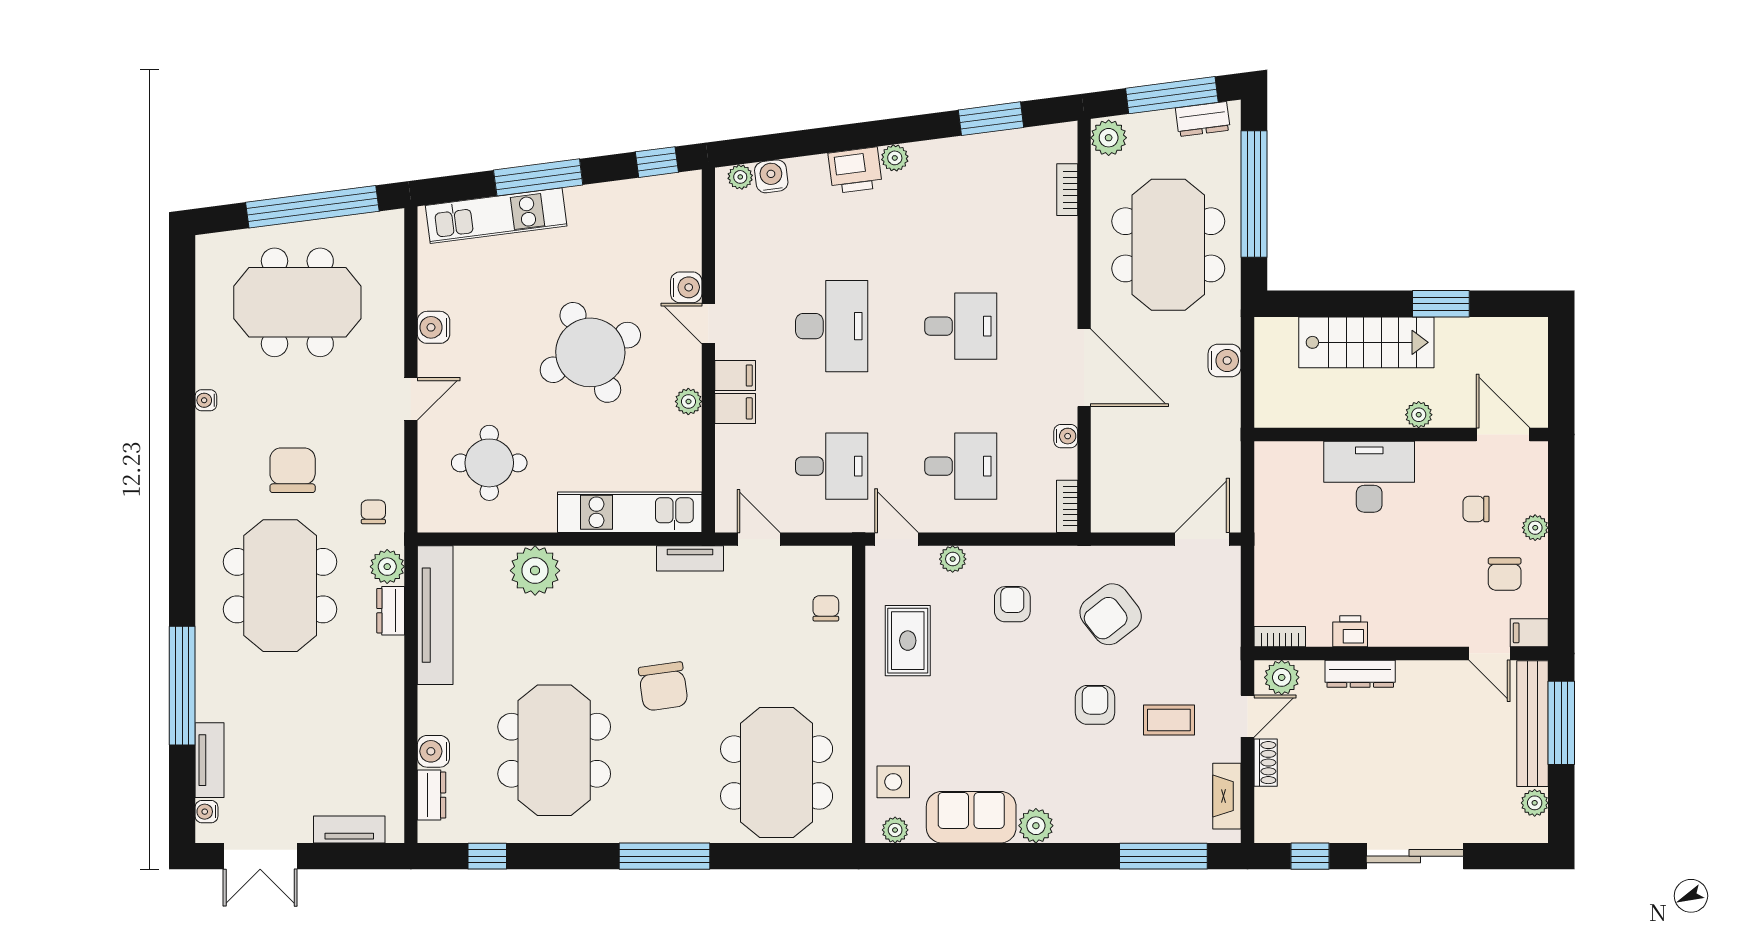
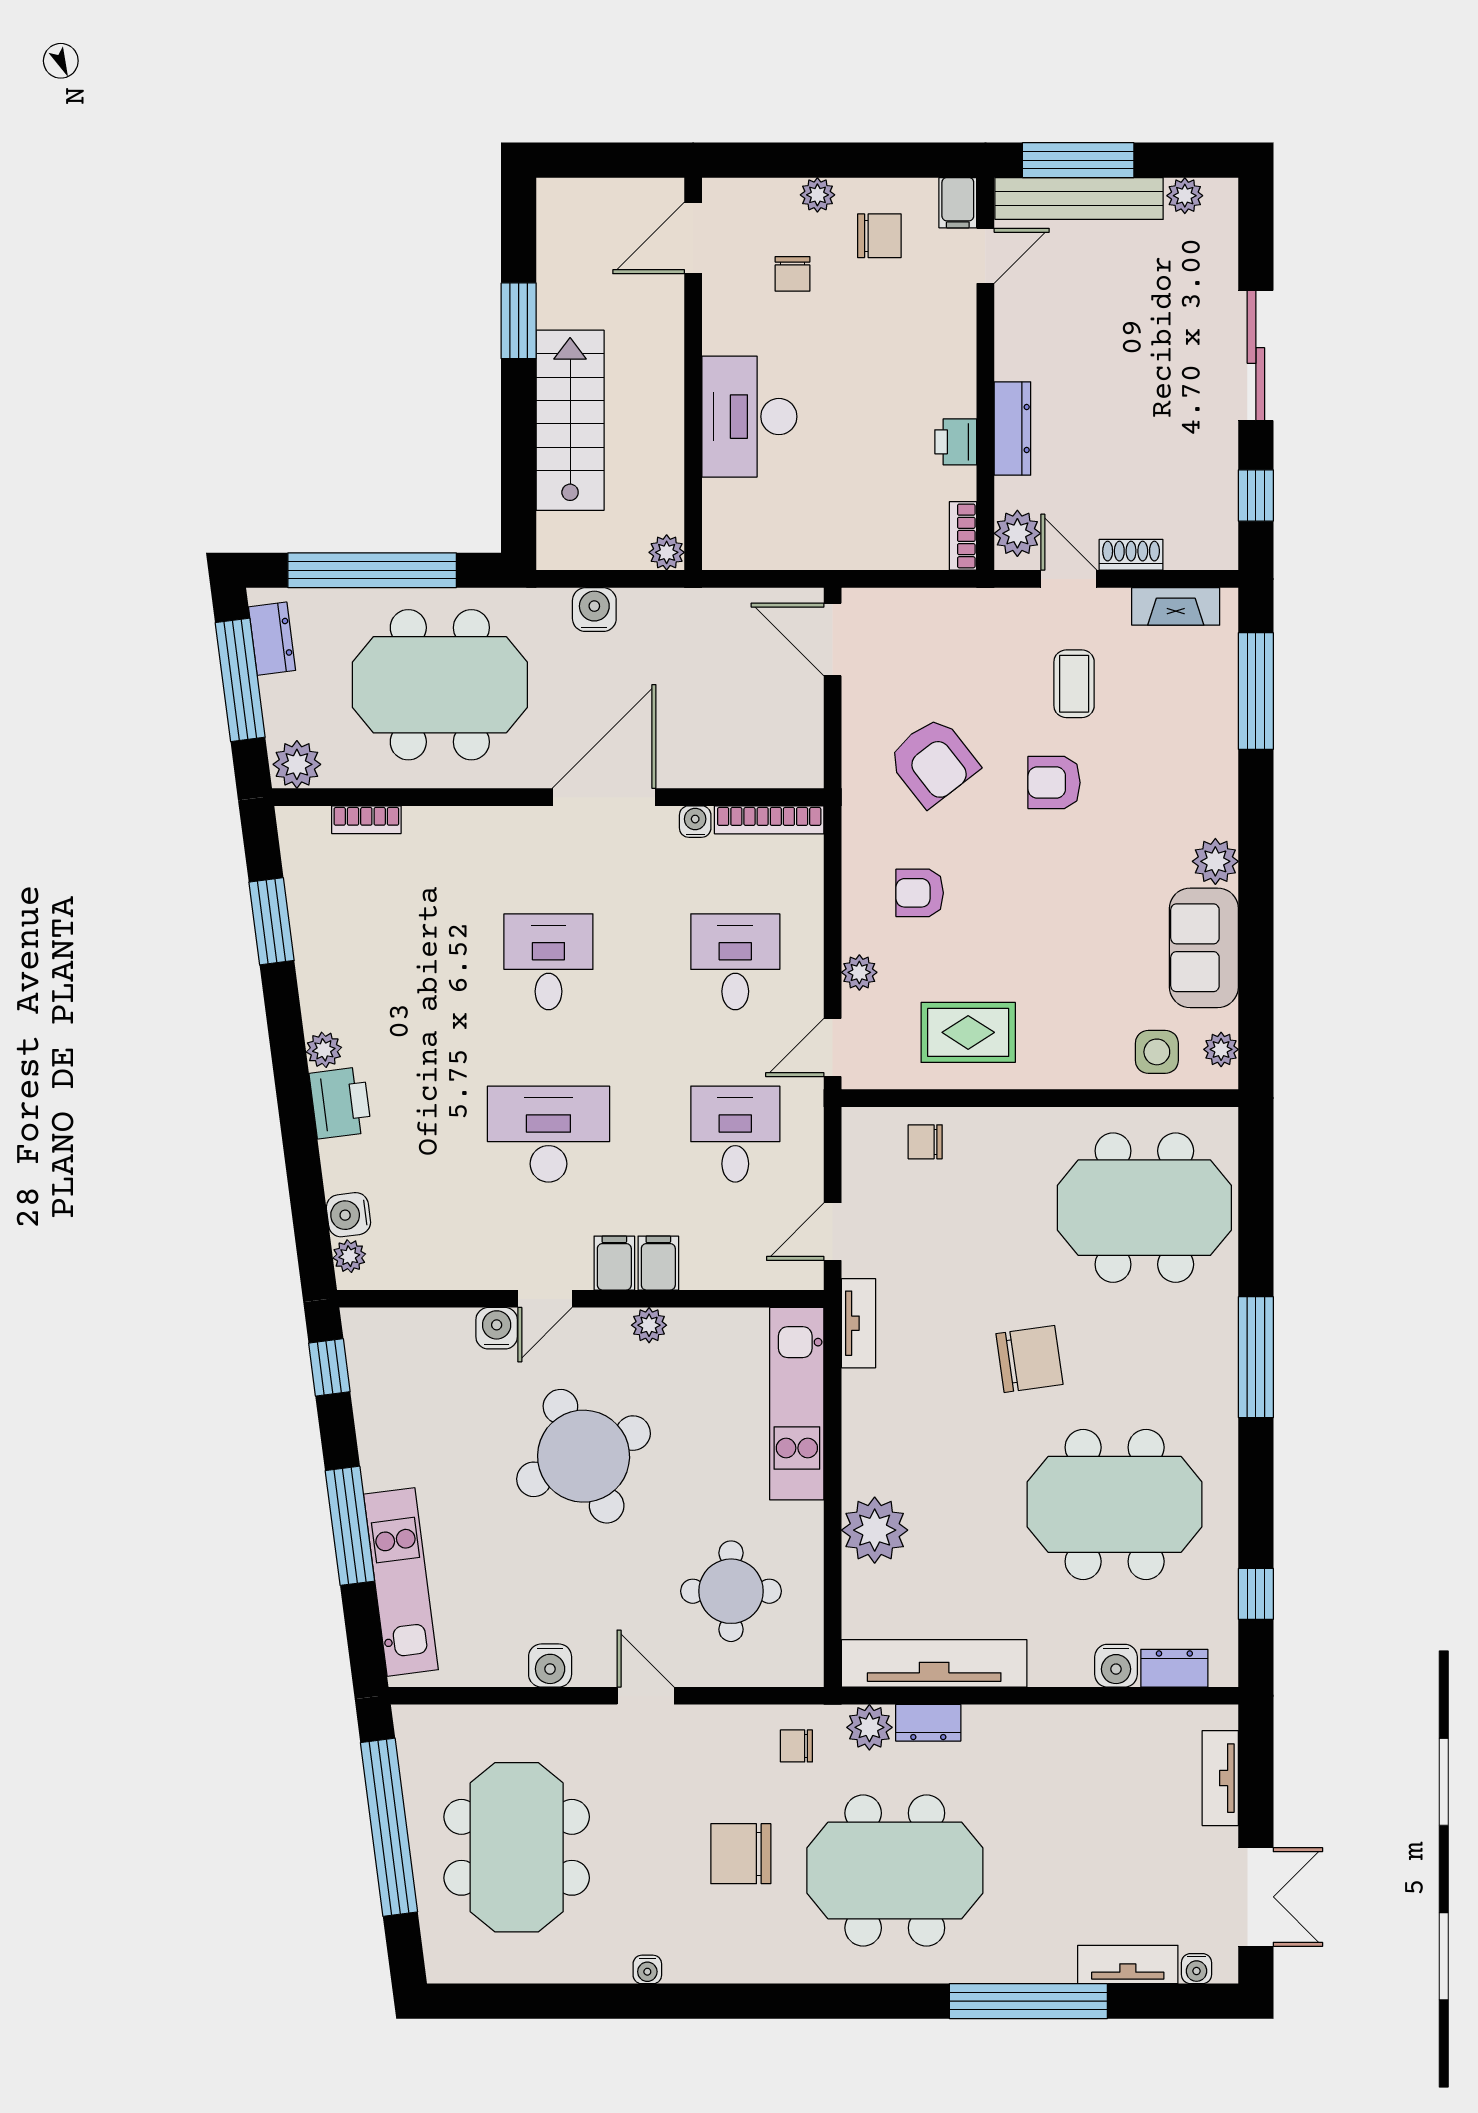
plant: (1419, 415) -> (667, 552), moved
bookcase: (1067, 506) -> (769, 820), width x1.56

